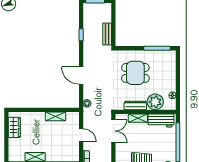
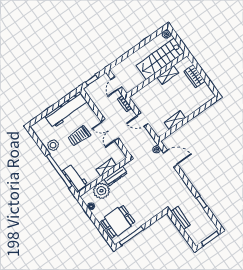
dining table: (135, 73) -> (118, 222), moved
door: (81, 76) -> (171, 159), moved
workbench: (161, 120) -> (75, 178), moved, turned 90
wardrobe: (14, 127) -> (194, 76), moved
double door: (113, 131) -> (110, 130), moved

